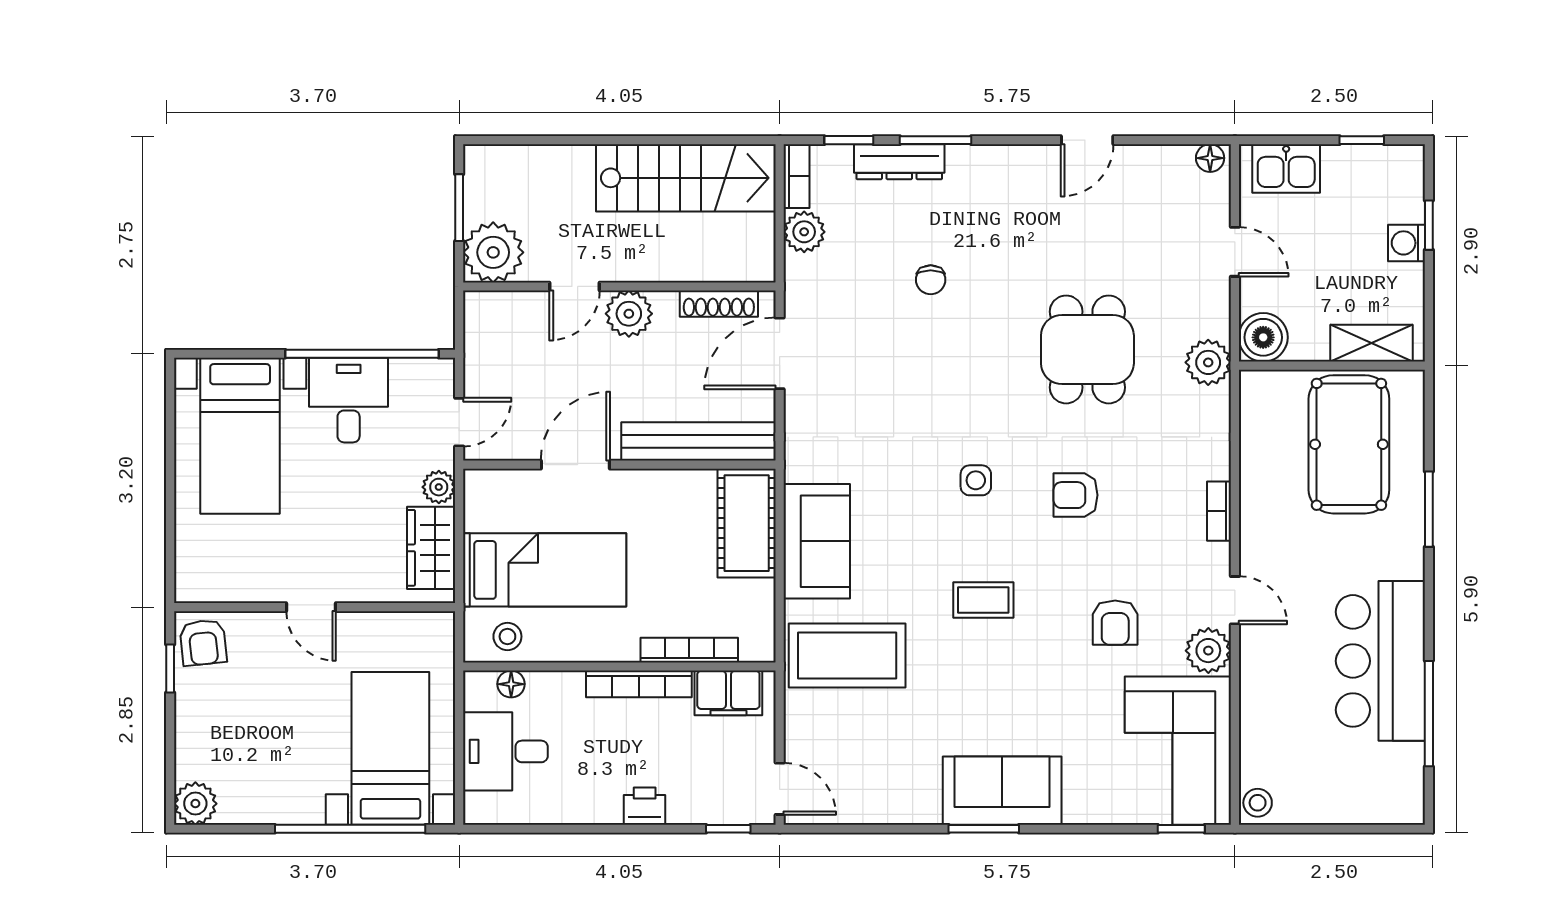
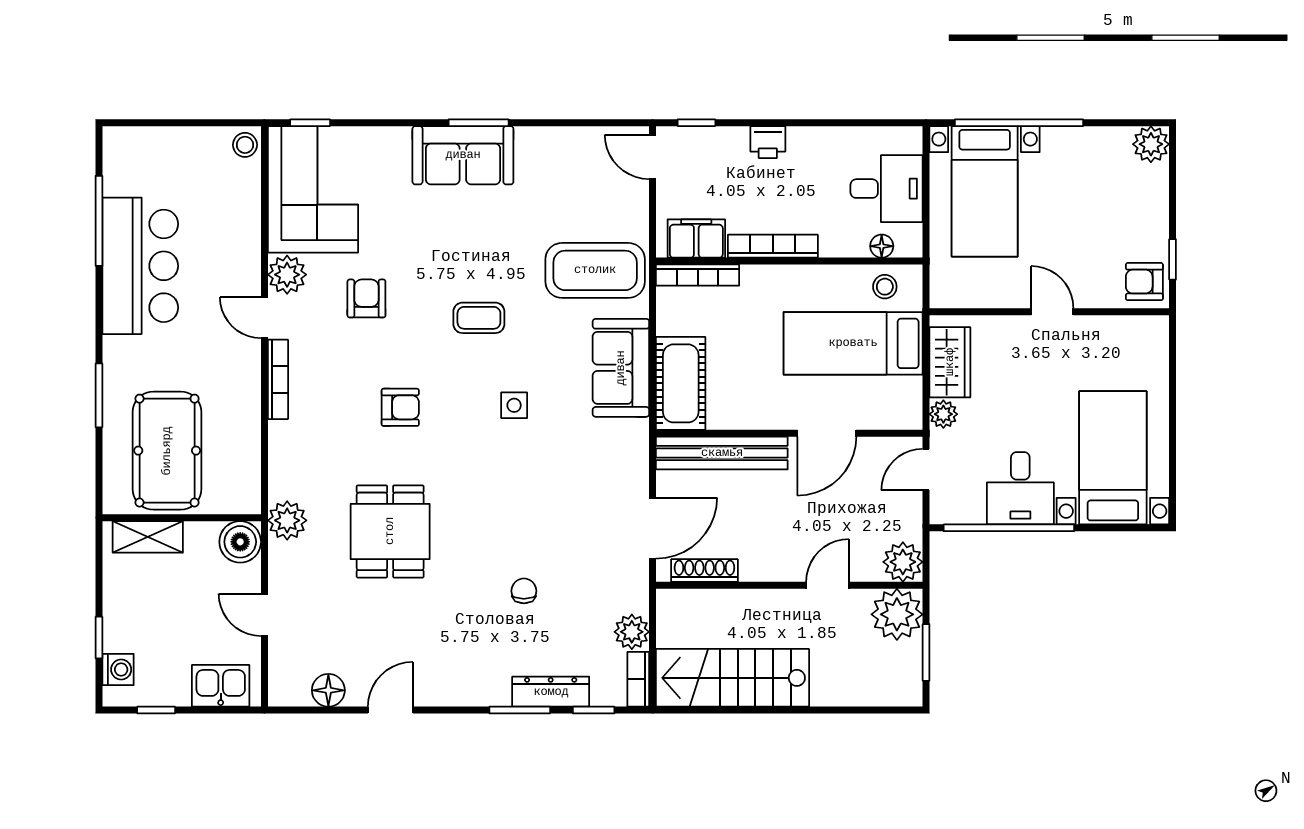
floor lamp: (1210, 158) -> (328, 690), moved, width x1.37, depth x1.37
washing machine: (1406, 243) -> (118, 669), moved
plant: (629, 314) -> (903, 562), moved
side table: (976, 480) -> (514, 405), moved
bookcase: (1219, 511) -> (278, 379), width x1.56
armchair: (203, 642) -> (1144, 282), turned -84
bookcase: (689, 650) -> (698, 275), moved

